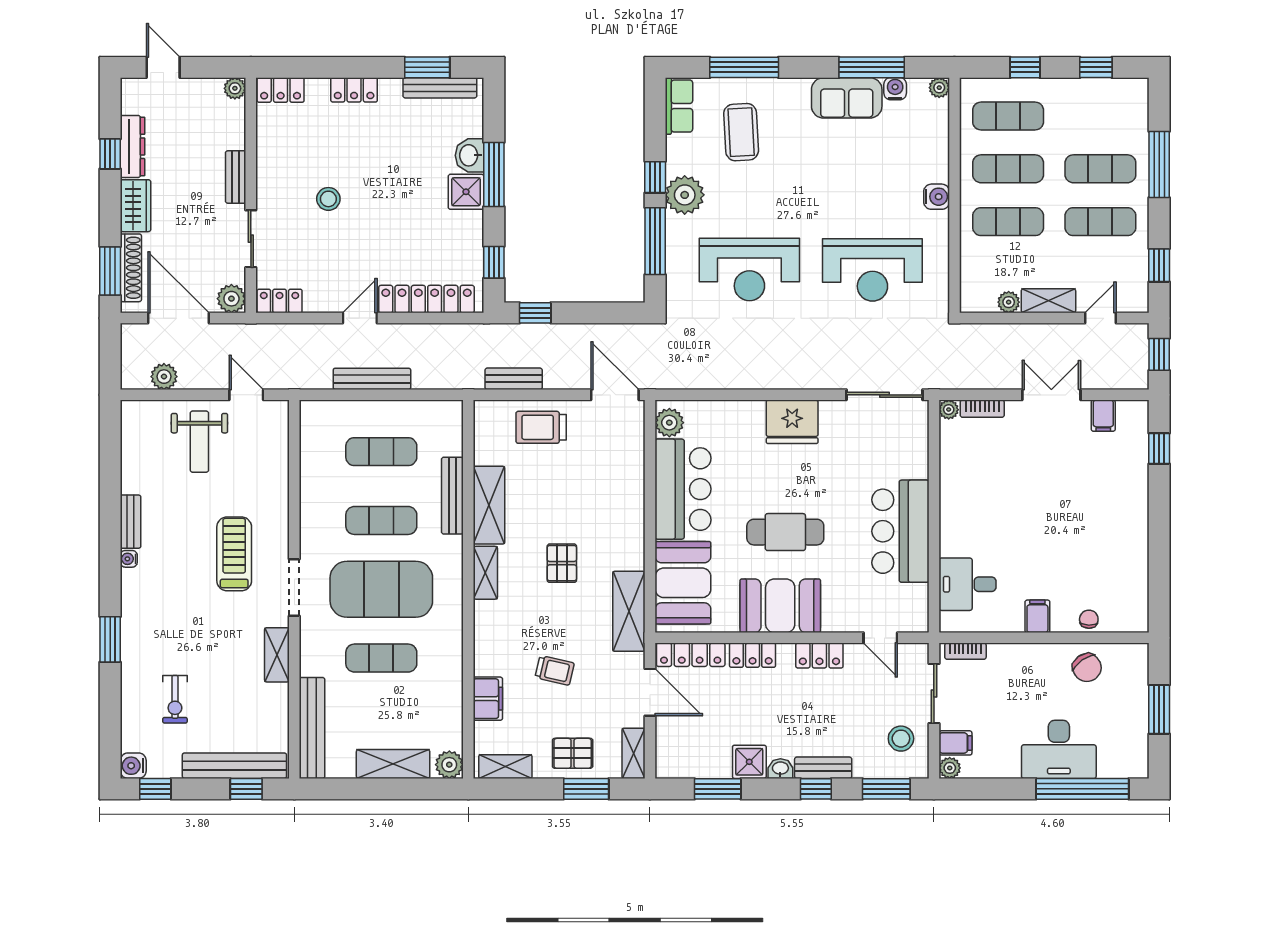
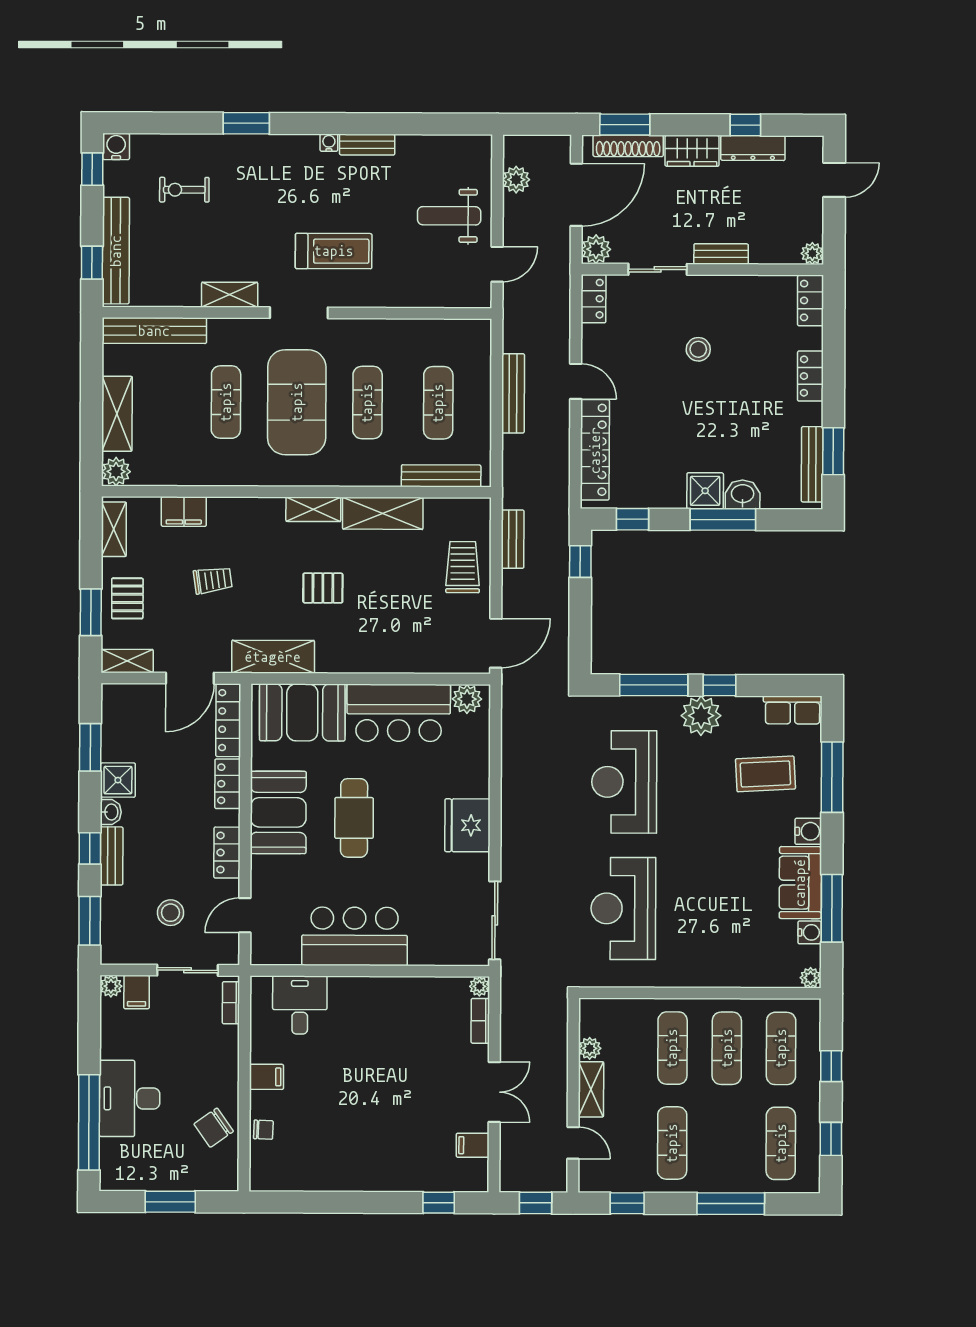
exercise mat: (1100, 169) -> (781, 1143), moved
water cooler: (937, 197) -> (808, 831), moved, turned -90
bench: (452, 496) -> (441, 476), moved
trolley: (555, 670) -> (213, 580), turned -111
stool: (901, 739) -> (171, 913), moved

